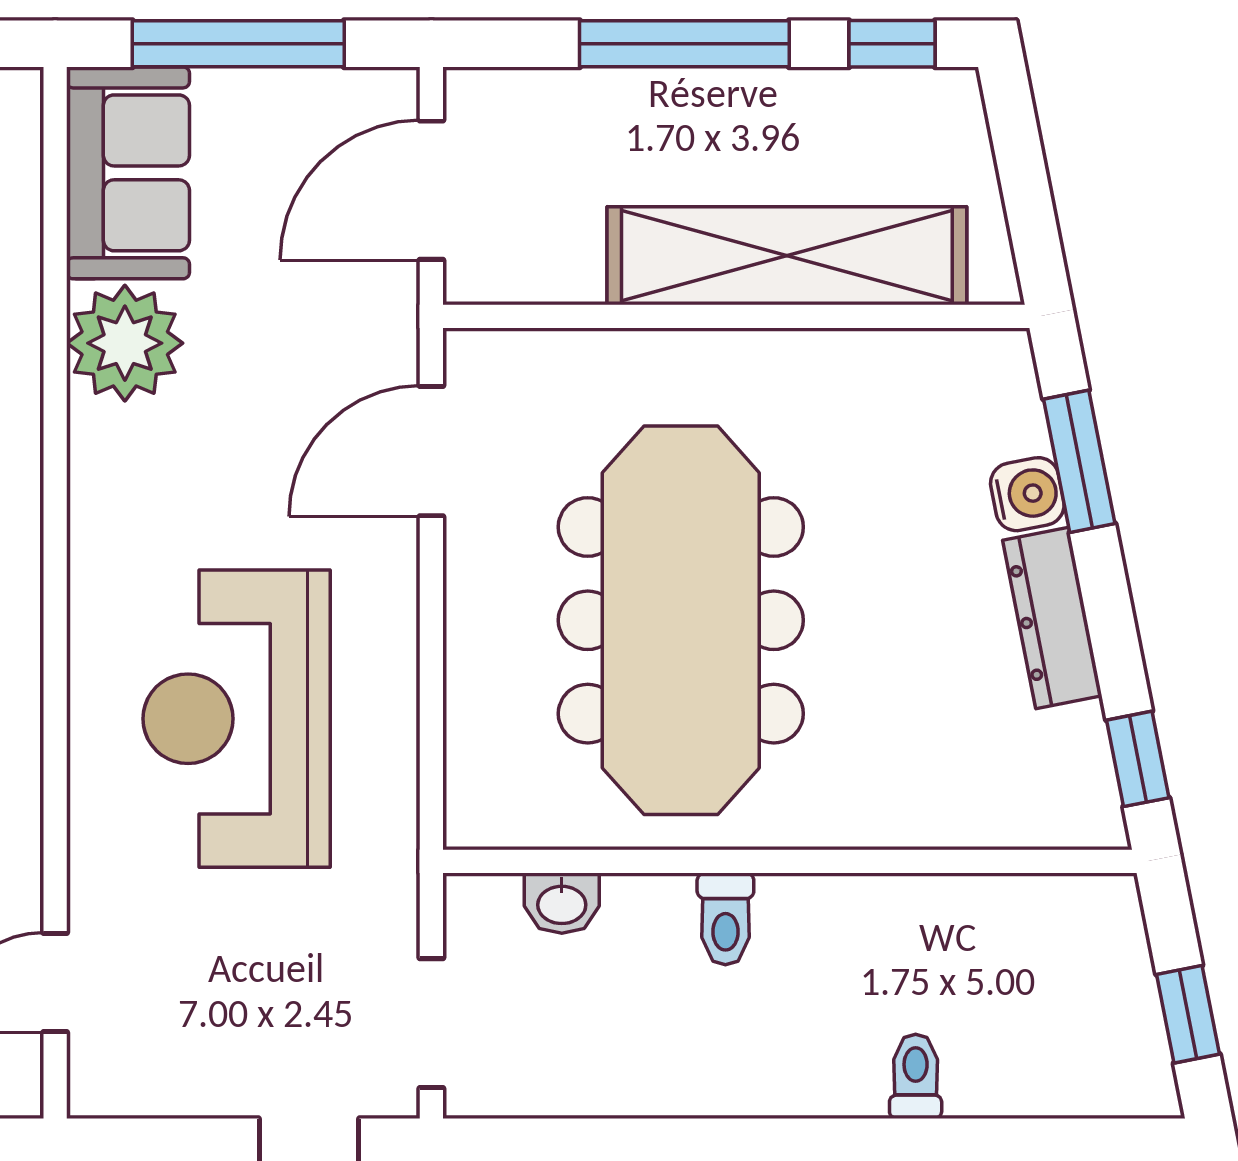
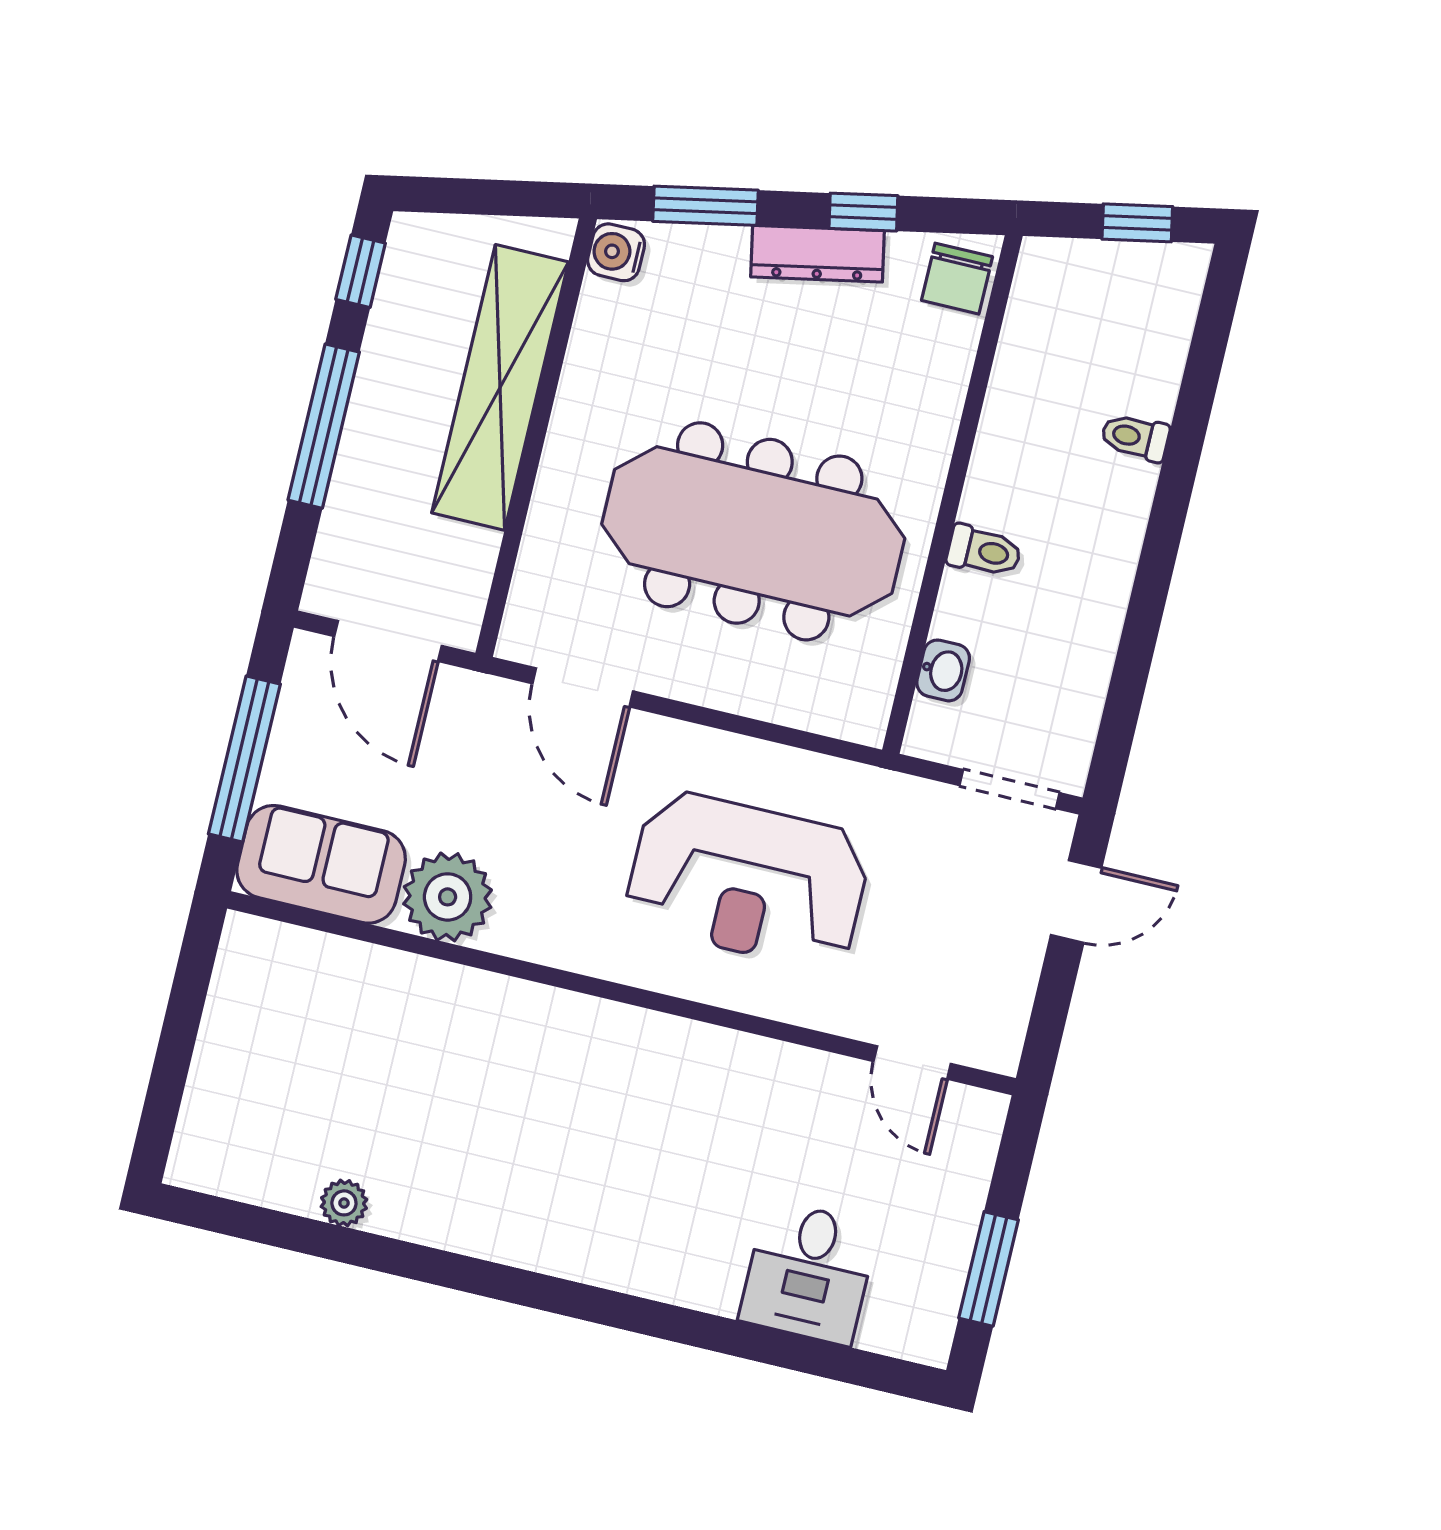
water cooler: (1027, 494) -> (616, 252), moved, turned -79
window: (1138, 759) -> (863, 212), moved
chair: (1063, 802) -> (957, 279), added

